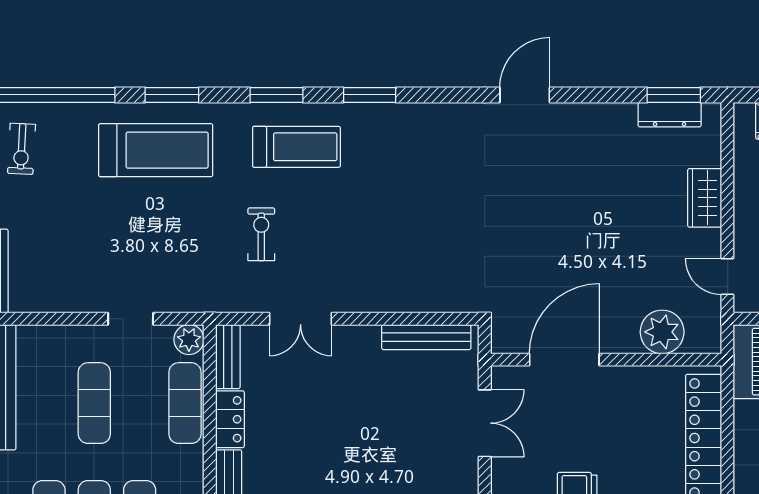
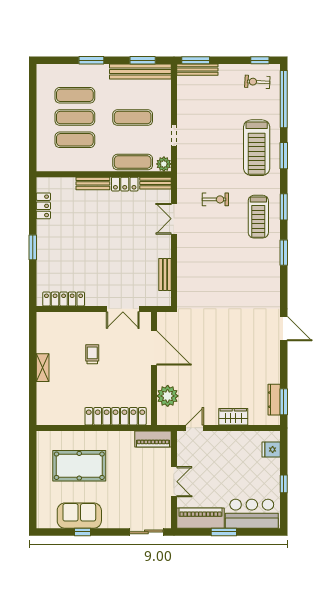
bench: (426, 337) -> (165, 275), width x0.73

